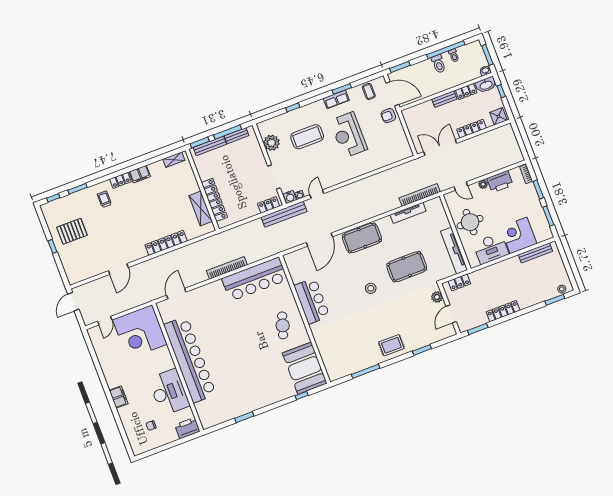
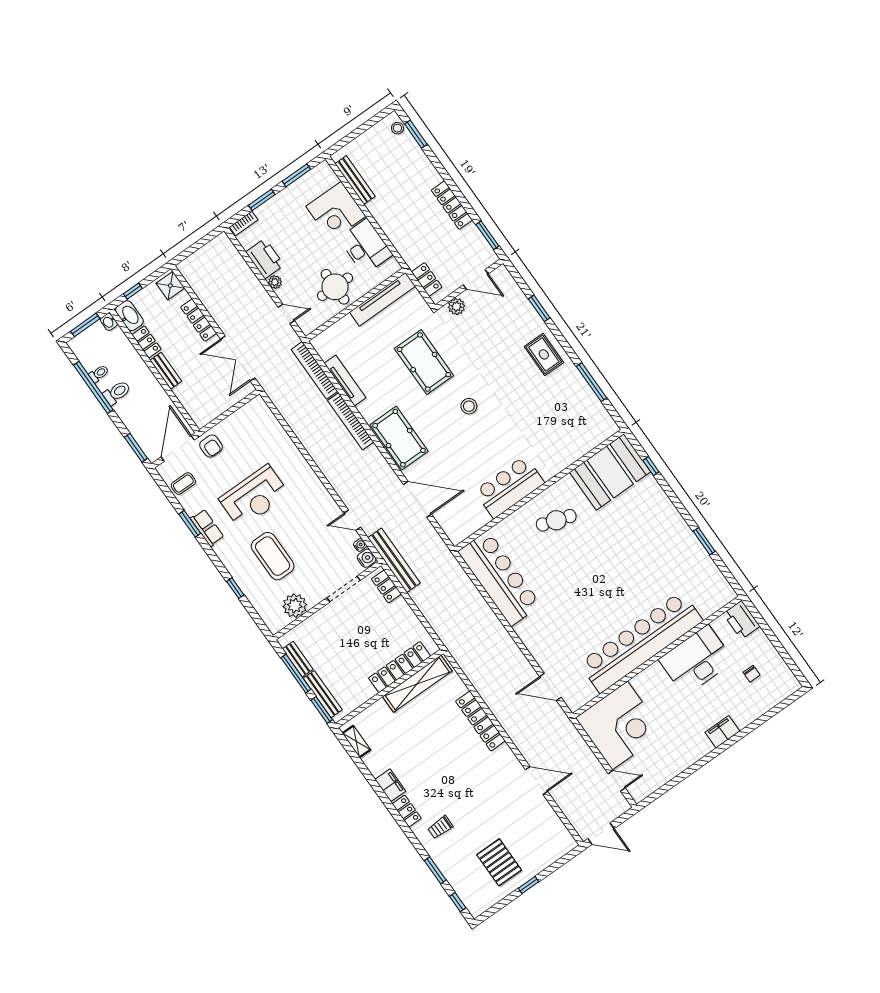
door: (461, 186) -> (286, 314), hinge flipped
shelving: (201, 209) -> (417, 684), width x1.47
bookcase: (227, 268) -> (351, 421), moved

